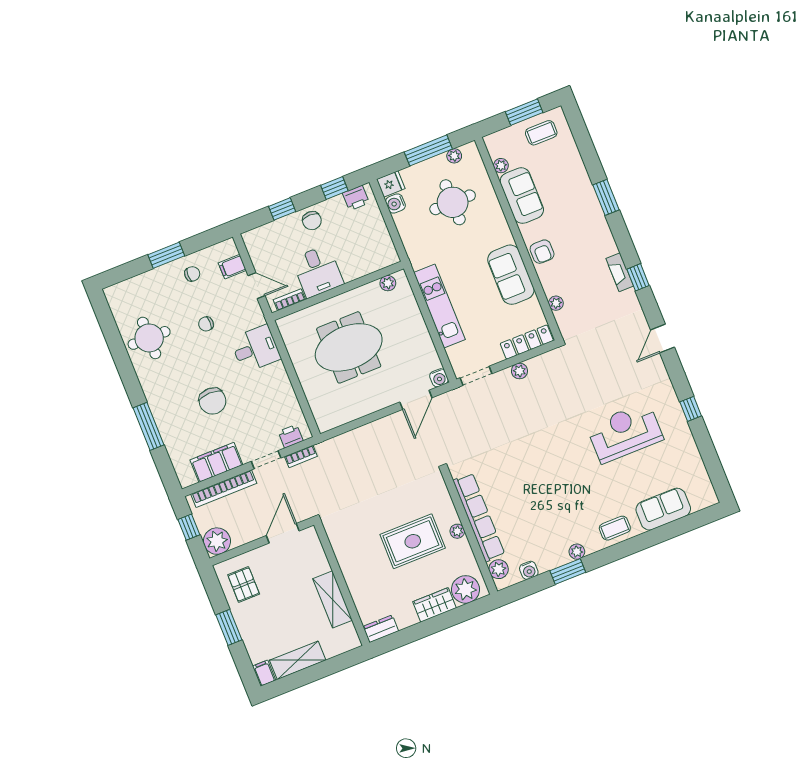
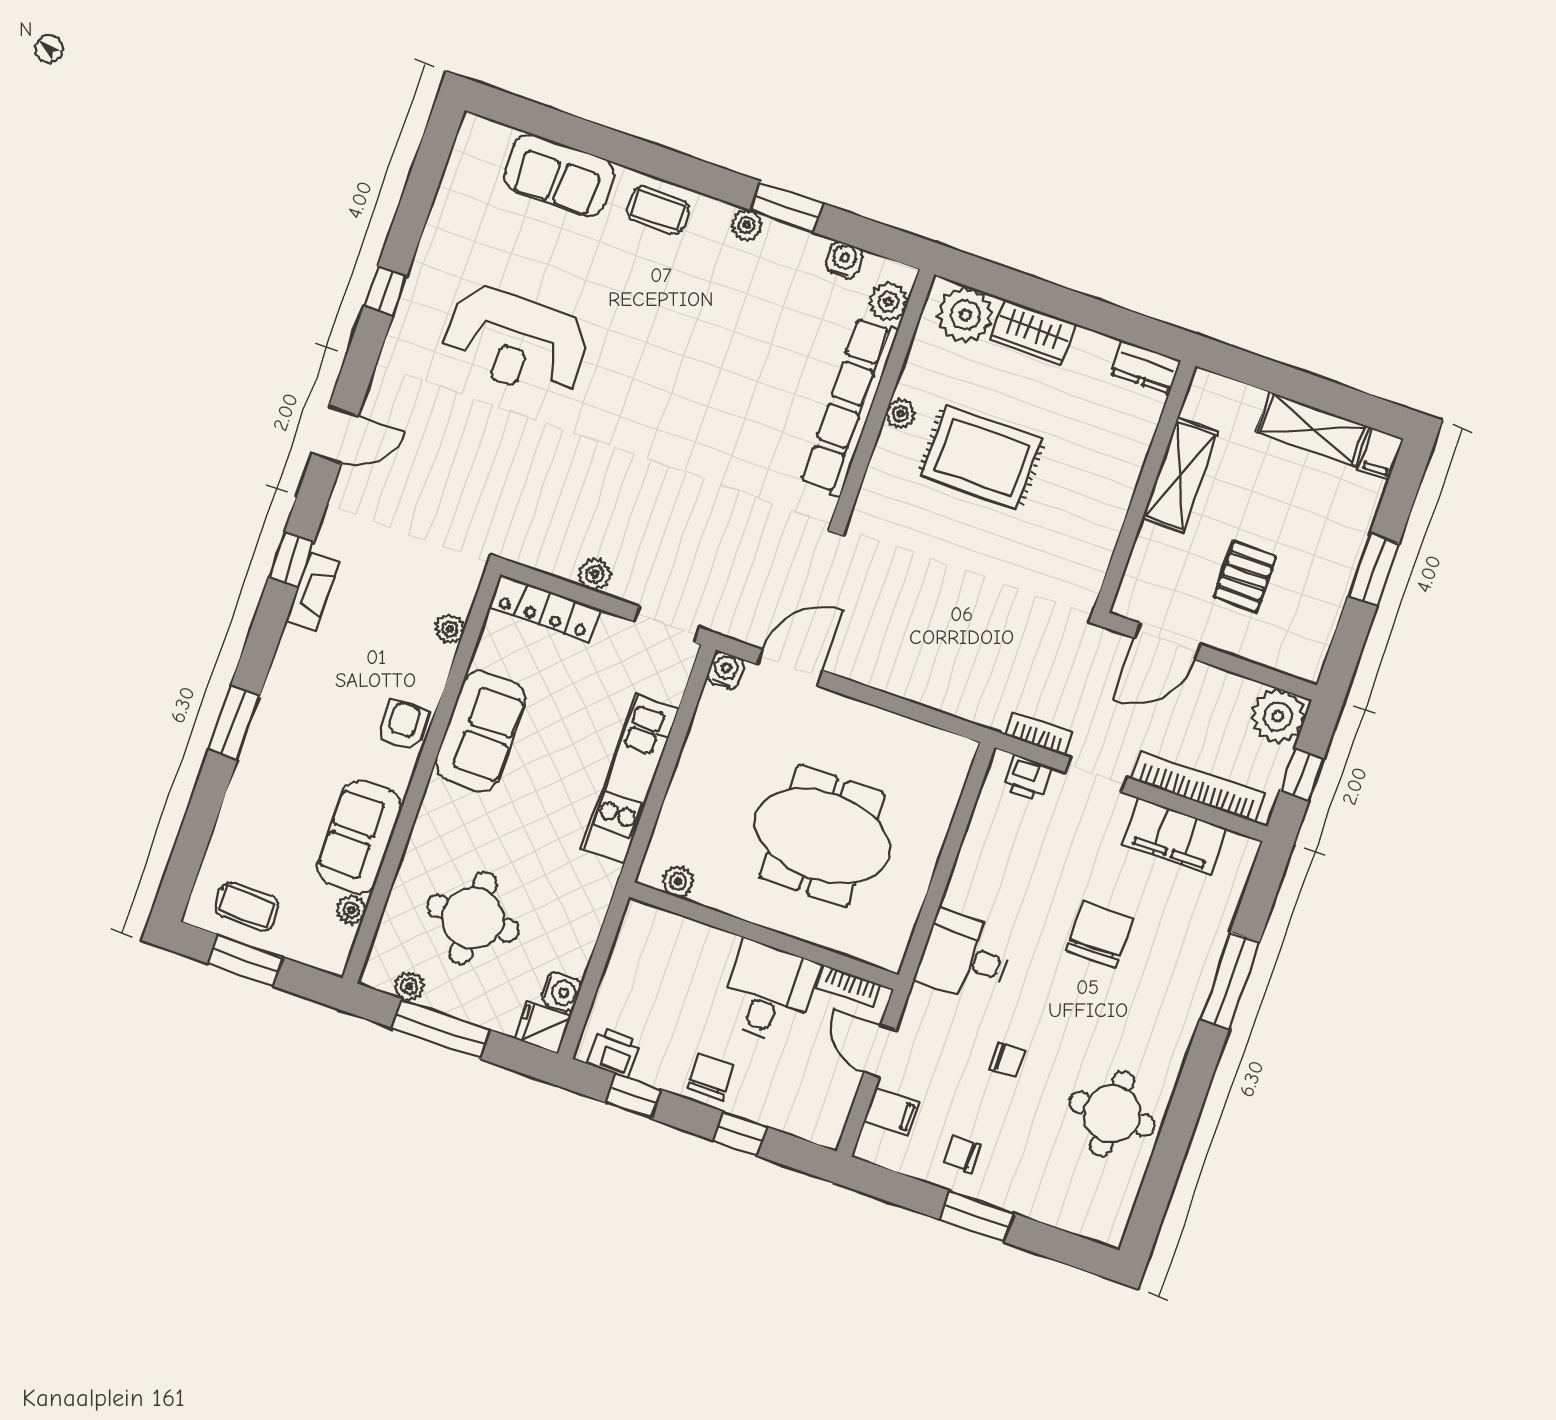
pallet: (244, 584) -> (1245, 577), moved

